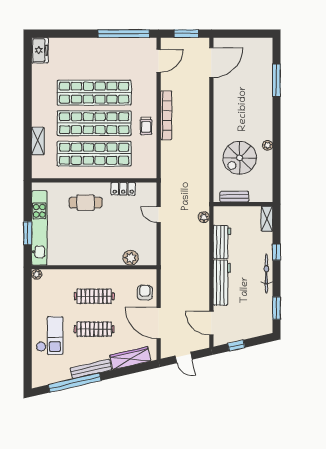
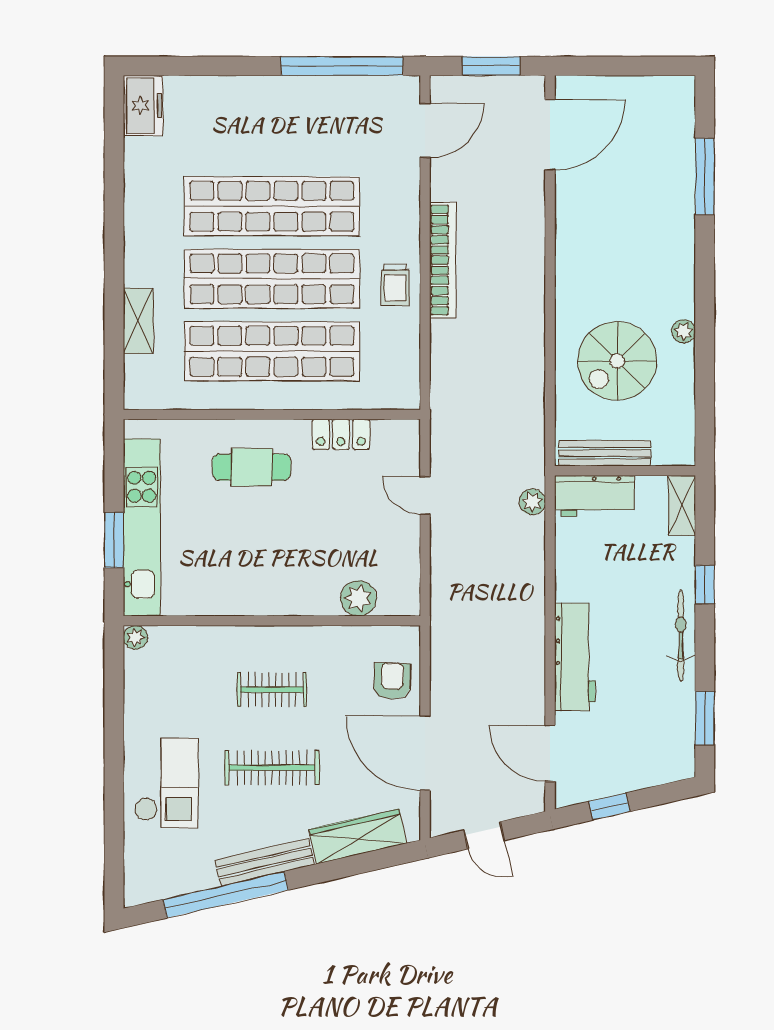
bench: (234, 197) -> (605, 453), width x1.36
workbench: (222, 242) -> (594, 496), moved, turned 90
clothes rail: (94, 296) -> (272, 690), width x0.73

